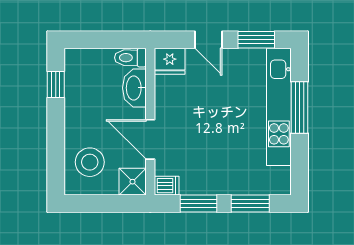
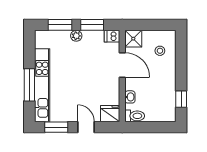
washbasin: (134, 88) -> (130, 97), width x0.52, depth x0.69
stool: (90, 162) -> (160, 51), width x0.53, depth x0.53
plant: (224, 186) -> (76, 36), added

